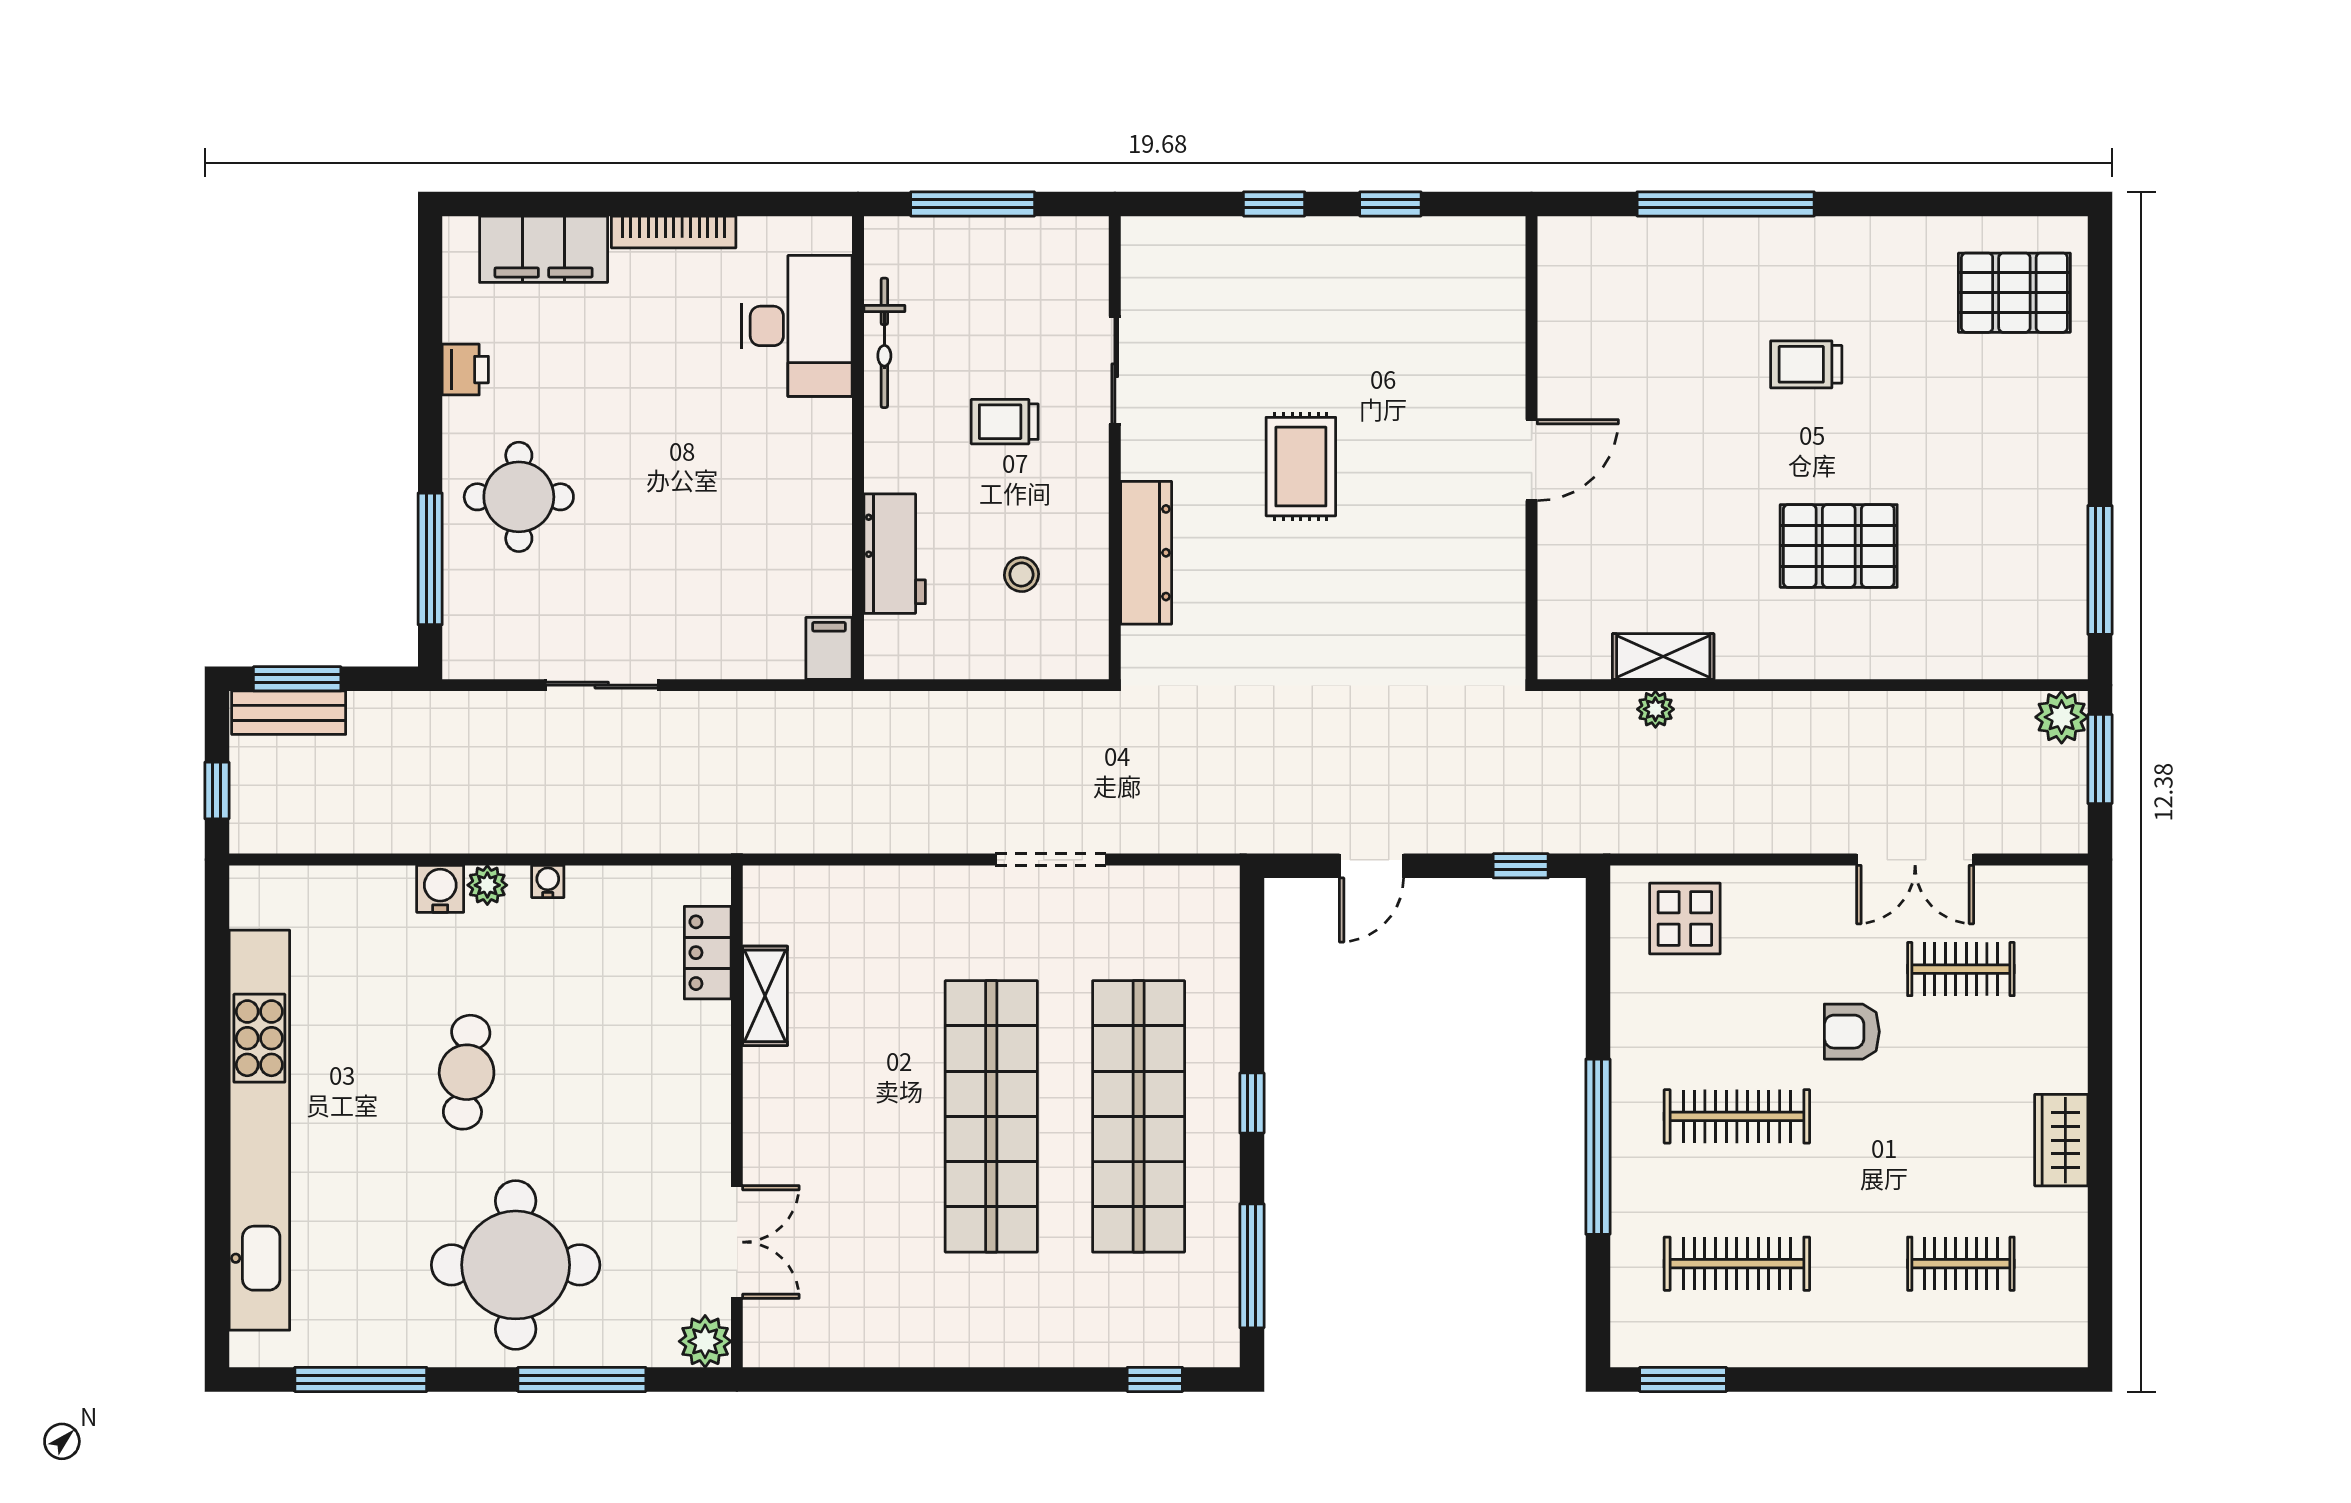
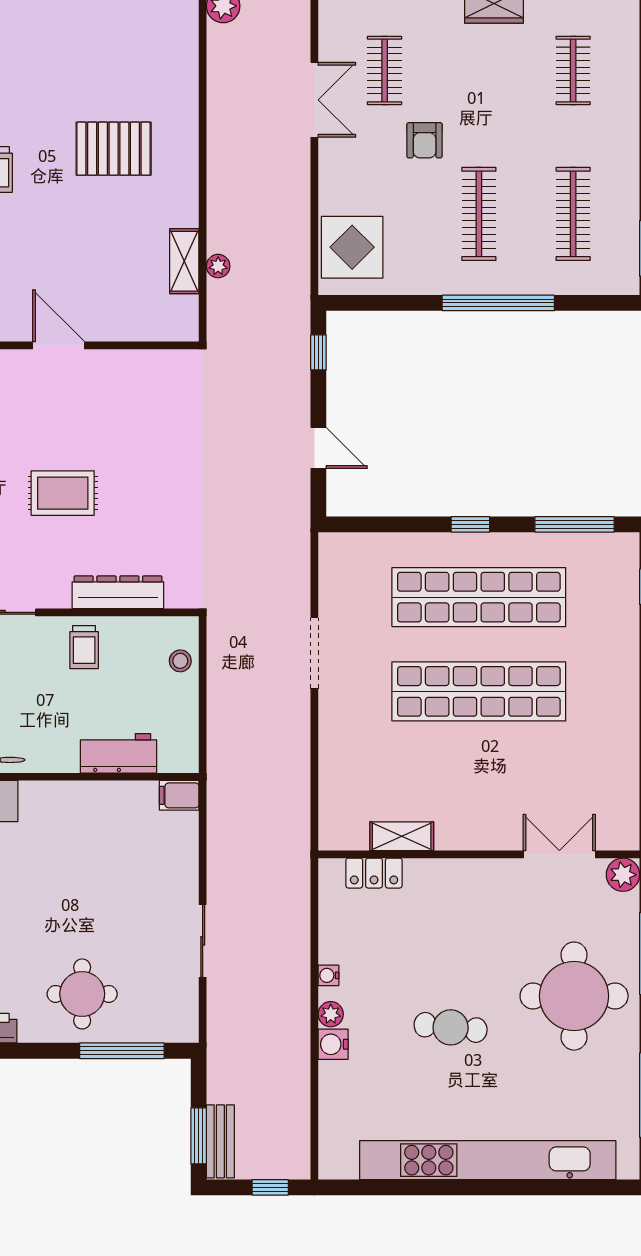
trolley: (1005, 422) -> (84, 647), moved
pallet: (1839, 546) -> (114, 149), turned 90
stool: (1021, 575) -> (180, 661), moved
display table: (1685, 919) -> (352, 247), width x1.36, depth x1.36

